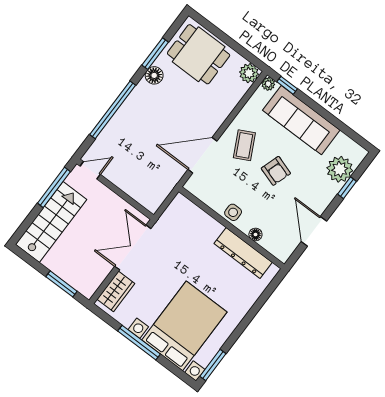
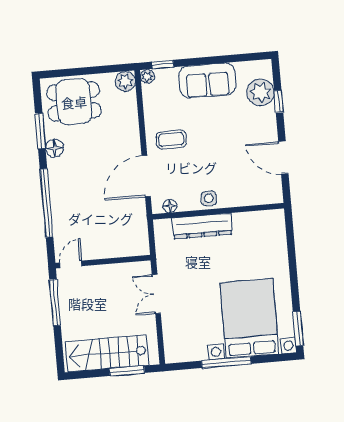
sofa: (301, 120) -> (207, 80), width x0.73
coffee table: (244, 145) -> (171, 140), turned -63
armchair: (276, 171) -> (213, 137), removed
stairs: (51, 222) -> (107, 353), moved, turned -90
floor lamp: (255, 235) -> (170, 206), moved
double door: (133, 247) -> (156, 294), width x0.73
dresser: (243, 253) -> (202, 226), moved
wardrobe: (116, 291) -> (174, 339), removed

